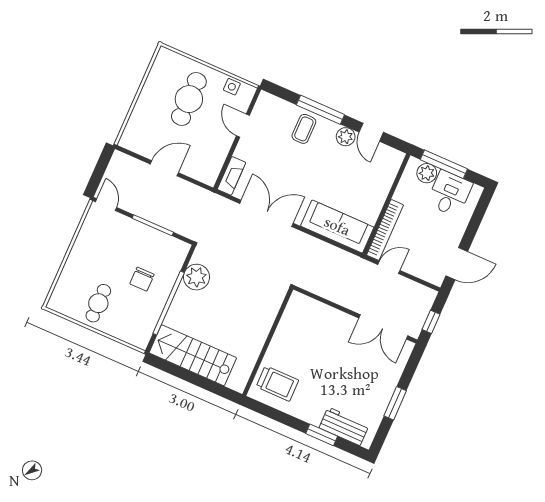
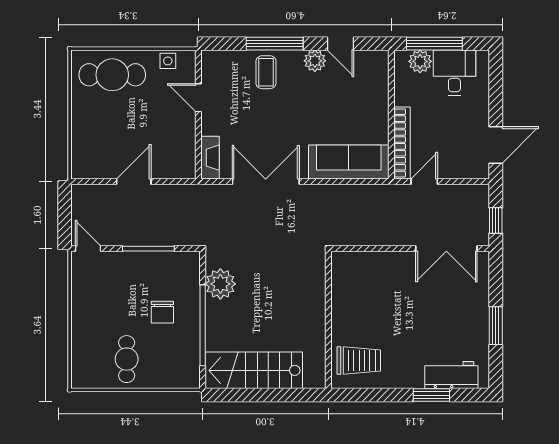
cafe table: (189, 99) -> (112, 75), moved, turned 90

